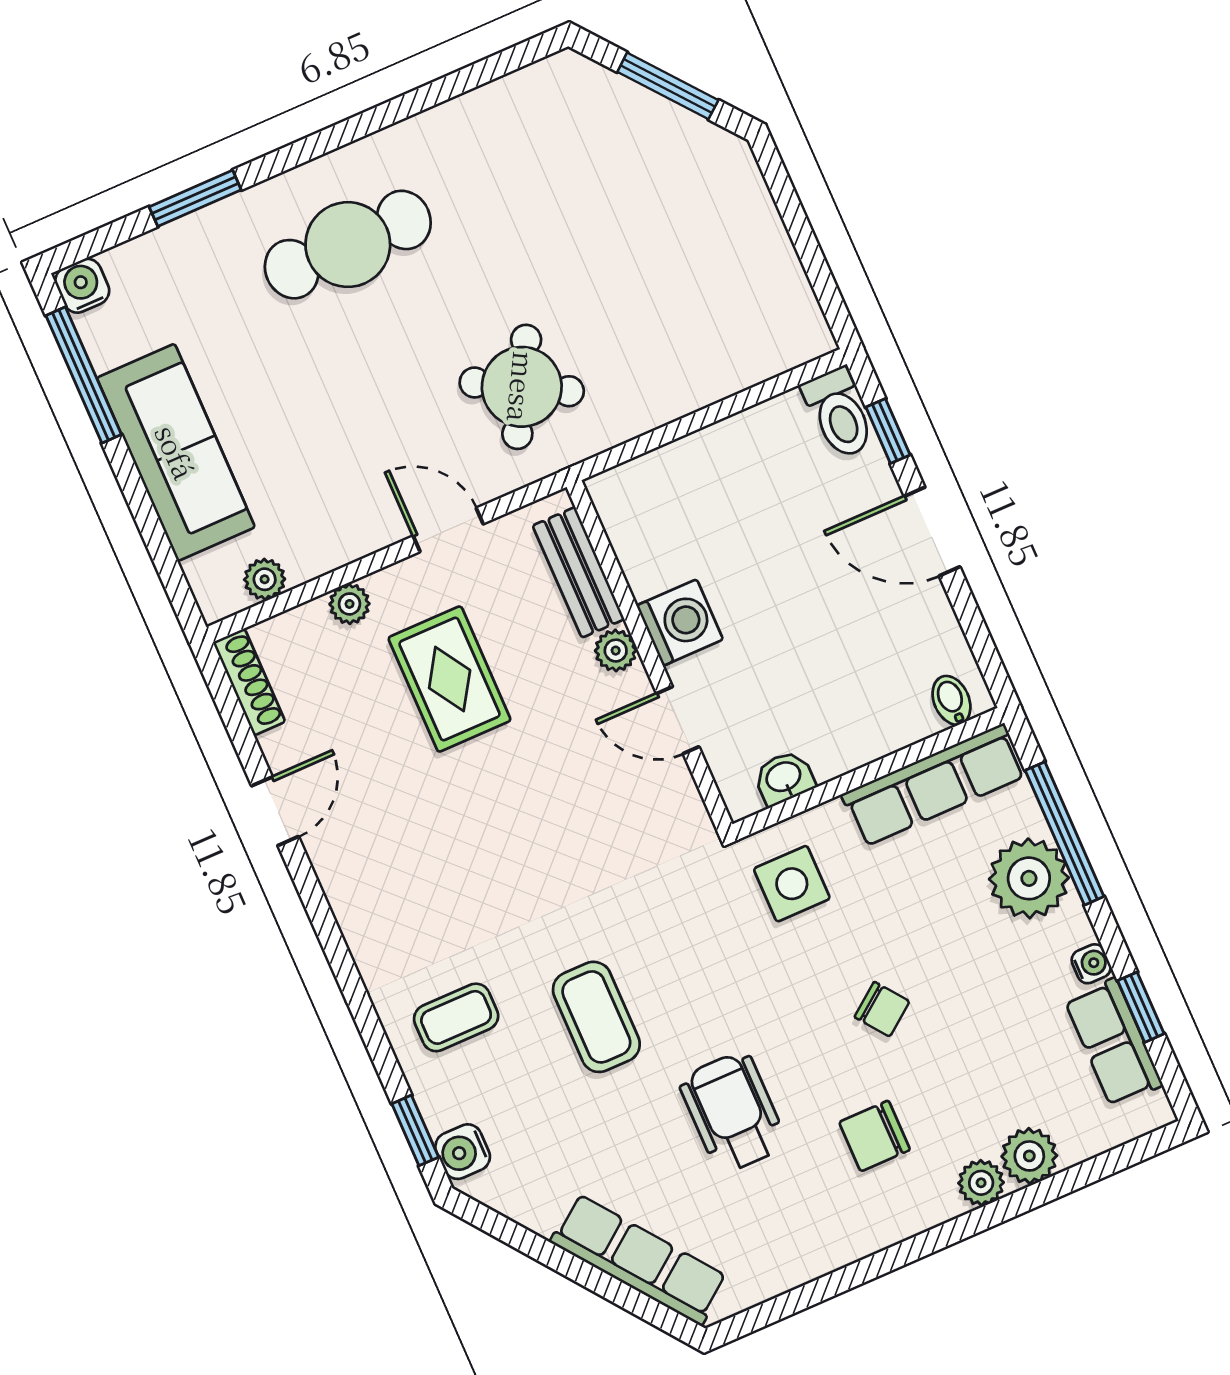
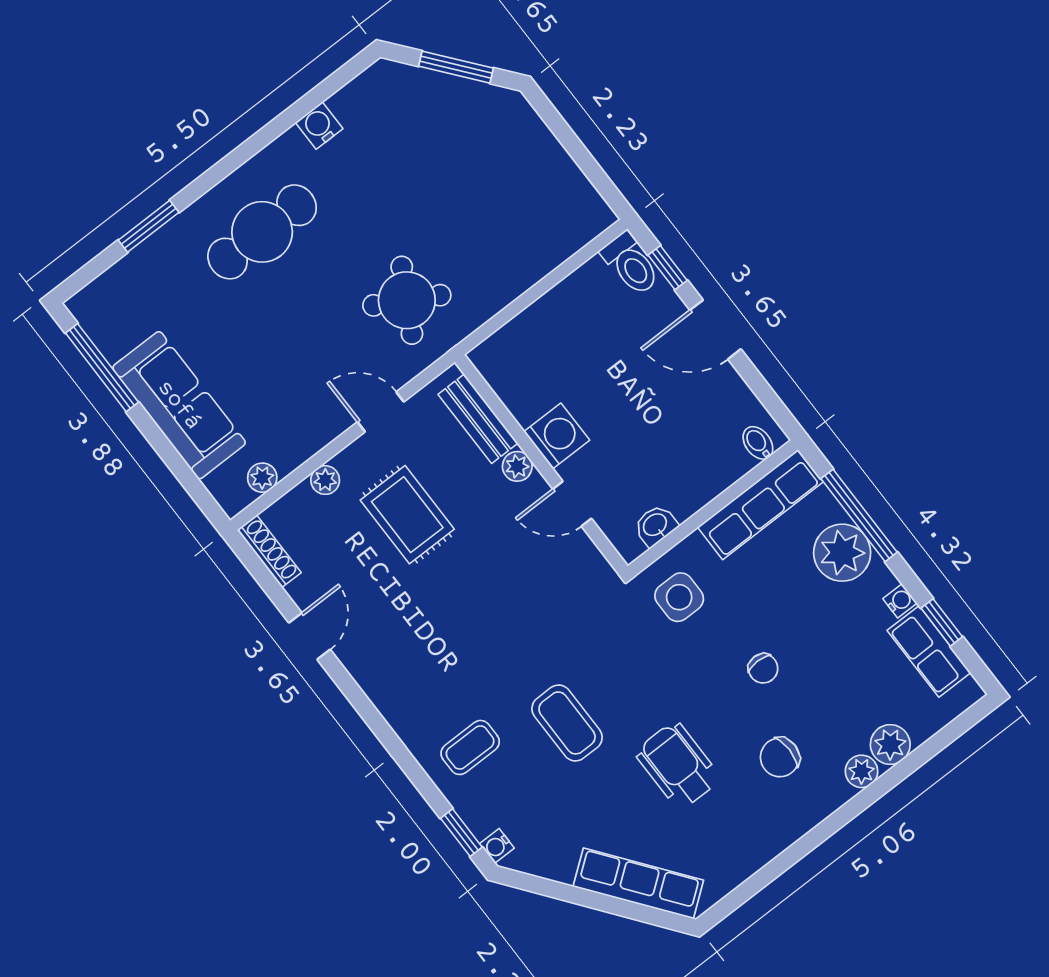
water cooler: (82, 286) -> (319, 126), moved
chair: (882, 1009) -> (763, 668), turned 37
water cooler: (463, 1152) -> (497, 846), width x0.72, depth x0.72

